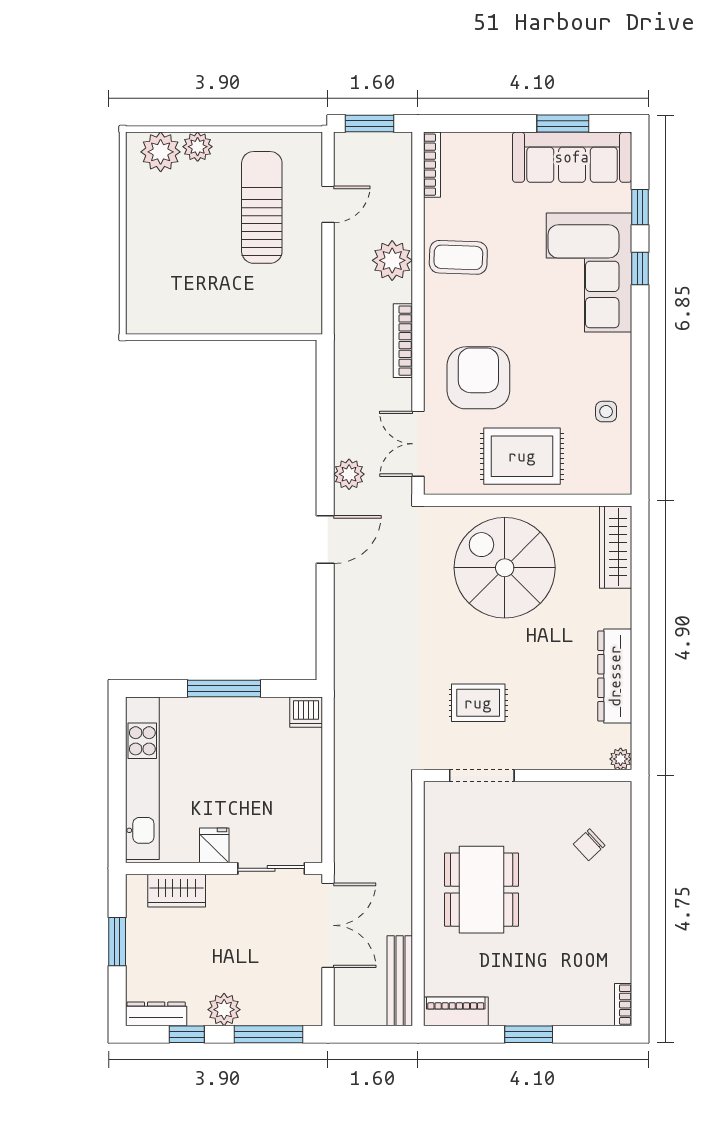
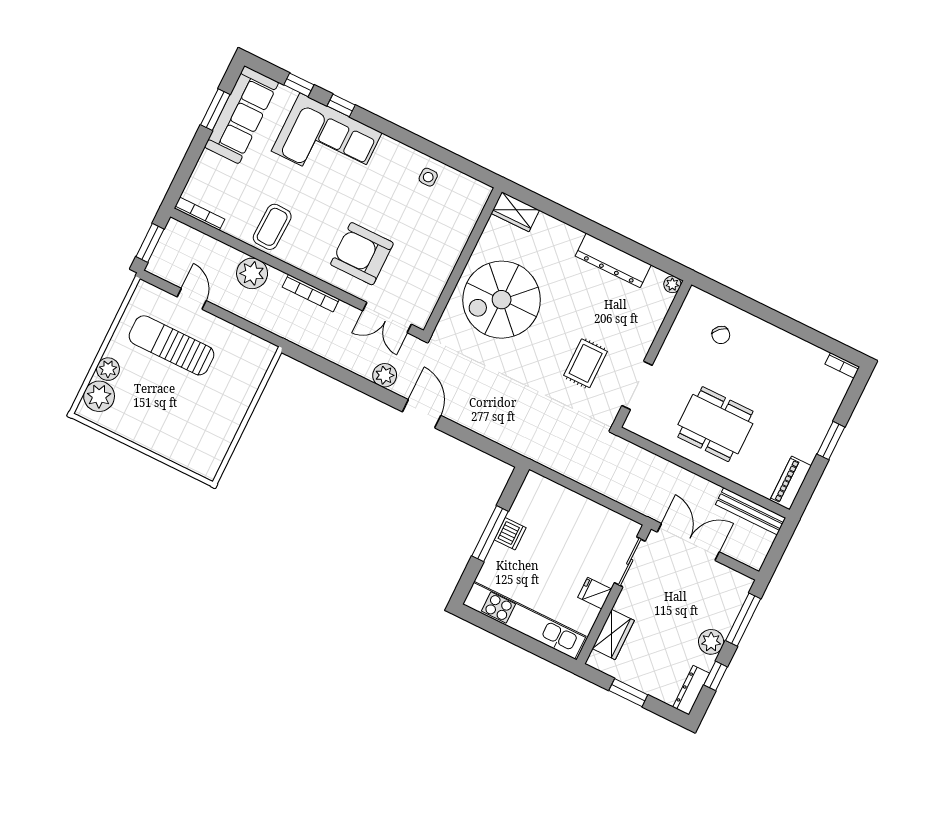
rug: (522, 456) -> (431, 250), removed
wardrobe: (616, 547) -> (515, 212), width x0.67
dishwasher: (306, 712) -> (510, 534), moved

